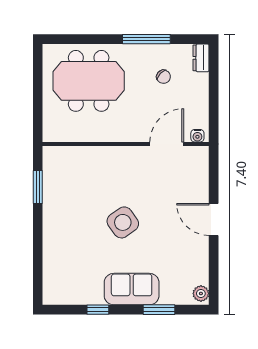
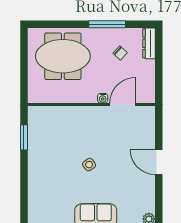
dresser: (201, 58) -> (149, 43), width x1.44
water cooler: (197, 136) -> (103, 98), moved
side table: (123, 222) -> (89, 165), width x0.54, depth x0.54

